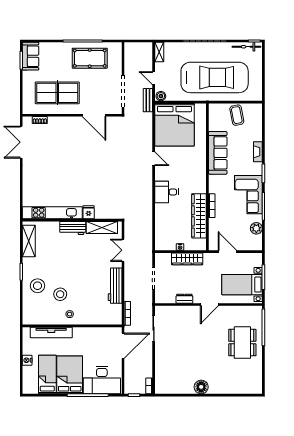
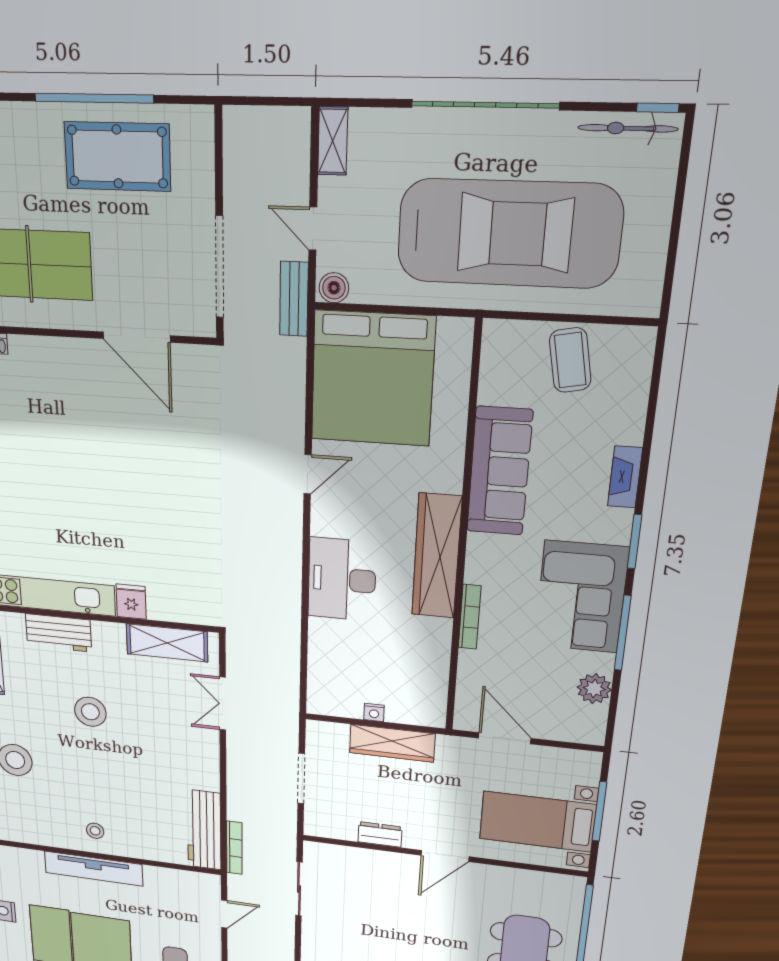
door: (154, 159) -> (308, 474), hinge flipped
desk: (167, 192) -> (342, 579), width x1.37
wardrobe: (199, 216) -> (437, 556), moved
workbench: (73, 228) -> (59, 633), moved
workbench: (115, 286) -> (204, 830), moved
stool: (60, 294) -> (90, 712), moved
tv unit: (51, 332) -> (93, 869), moved
door: (123, 346) -> (224, 914), width x0.53

